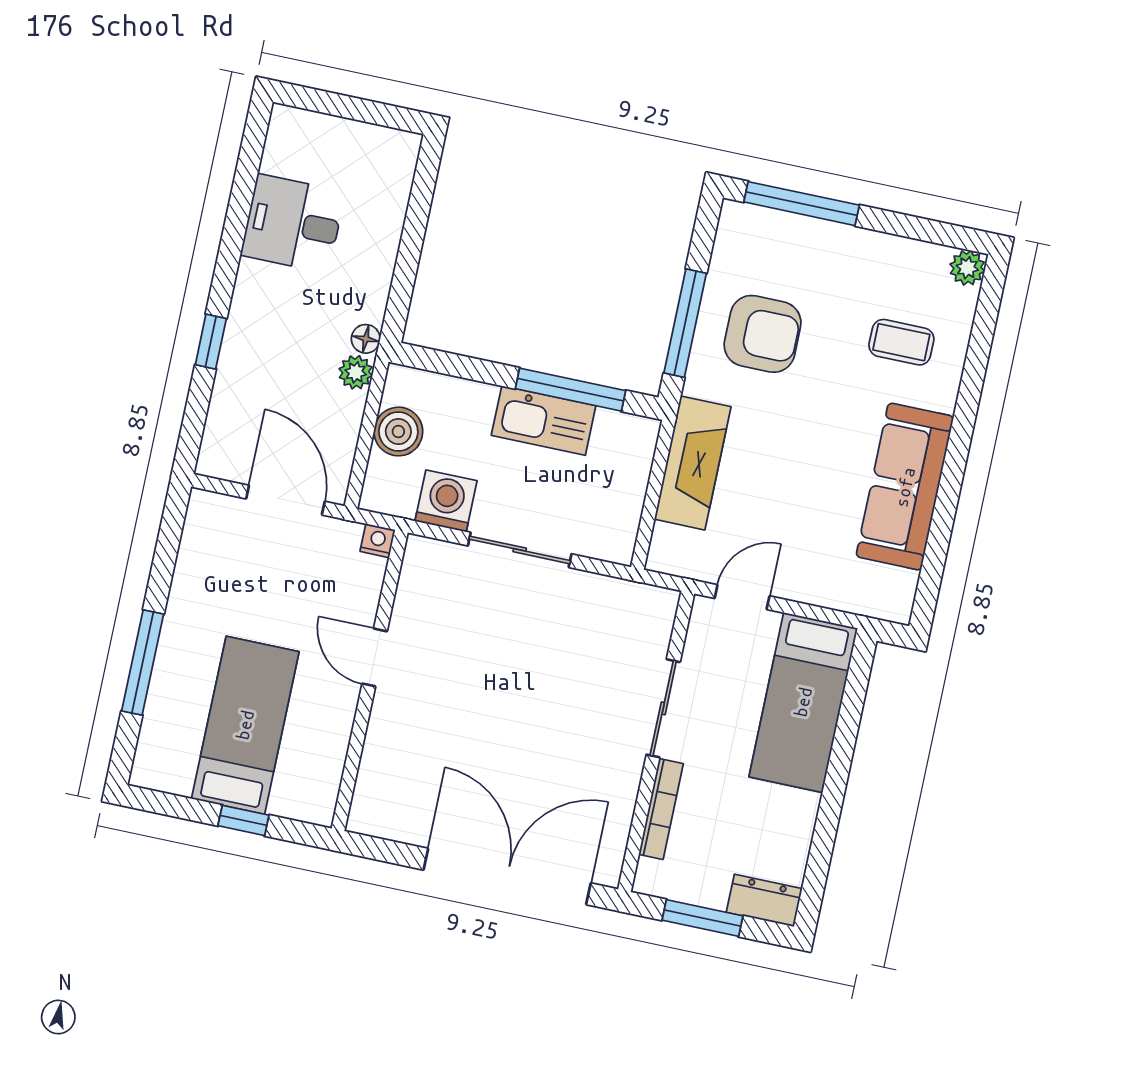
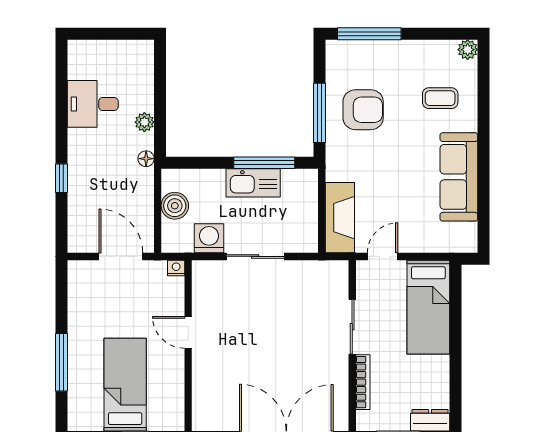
plant: (356, 372) -> (144, 122), moved
fireplace: (693, 463) -> (340, 218), moved

